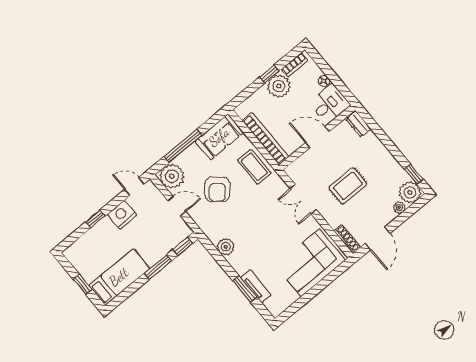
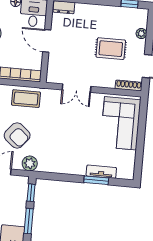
door: (317, 137) -> (47, 41), hinge flipped
rug: (348, 186) -> (111, 49), moved, turned 90
plant: (410, 192) -> (139, 17), removed
plant: (226, 247) -> (30, 163), moved

